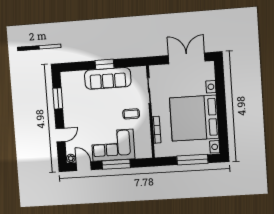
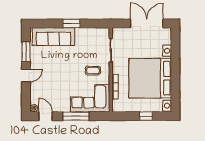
sofa: (108, 78) -> (54, 37), moved
door: (60, 135) -> (26, 76), moved
corner sofa: (113, 145) -> (90, 98), moved
window: (192, 160) -> (146, 116), width x0.46

